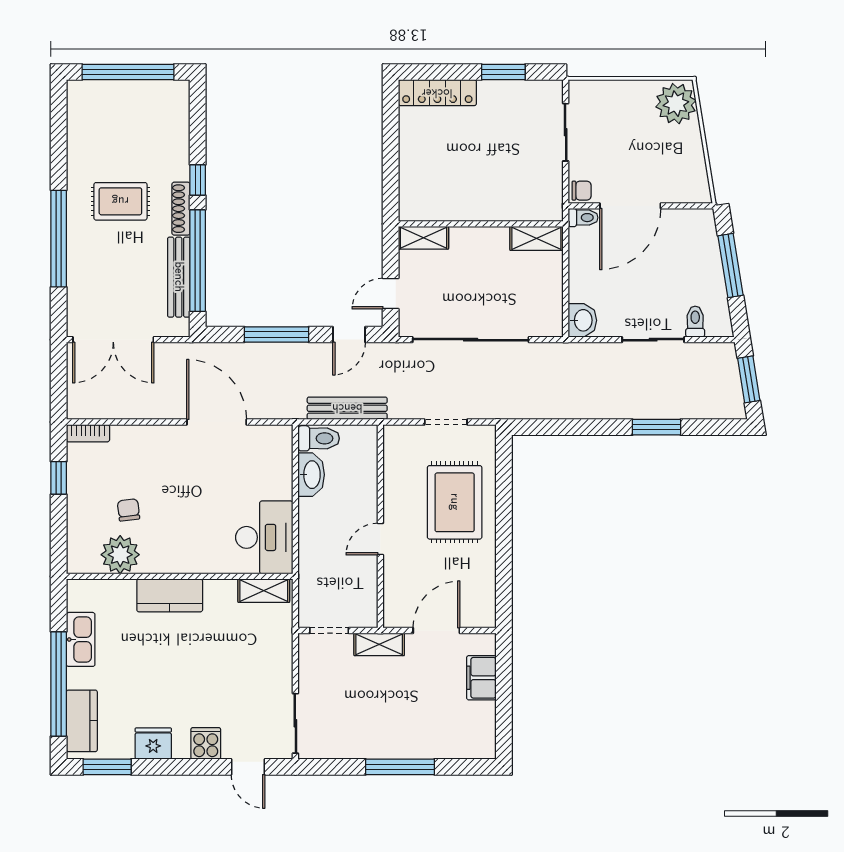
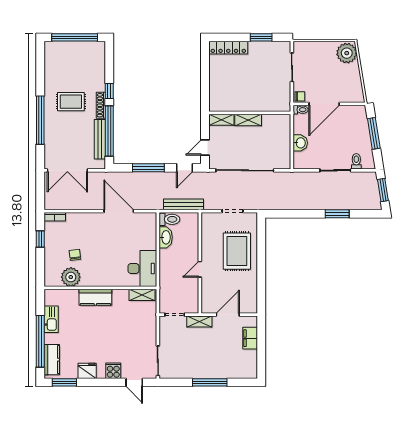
shelving: (536, 238) -> (248, 120), moved
washbasin: (582, 320) -> (300, 143), moved

